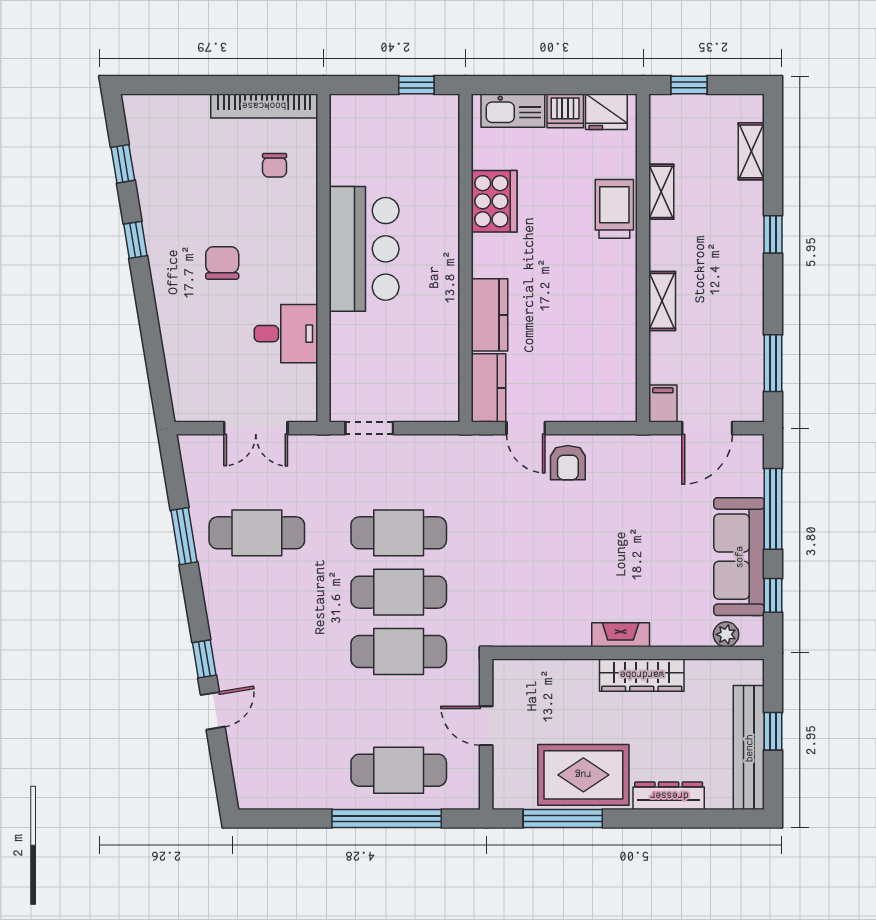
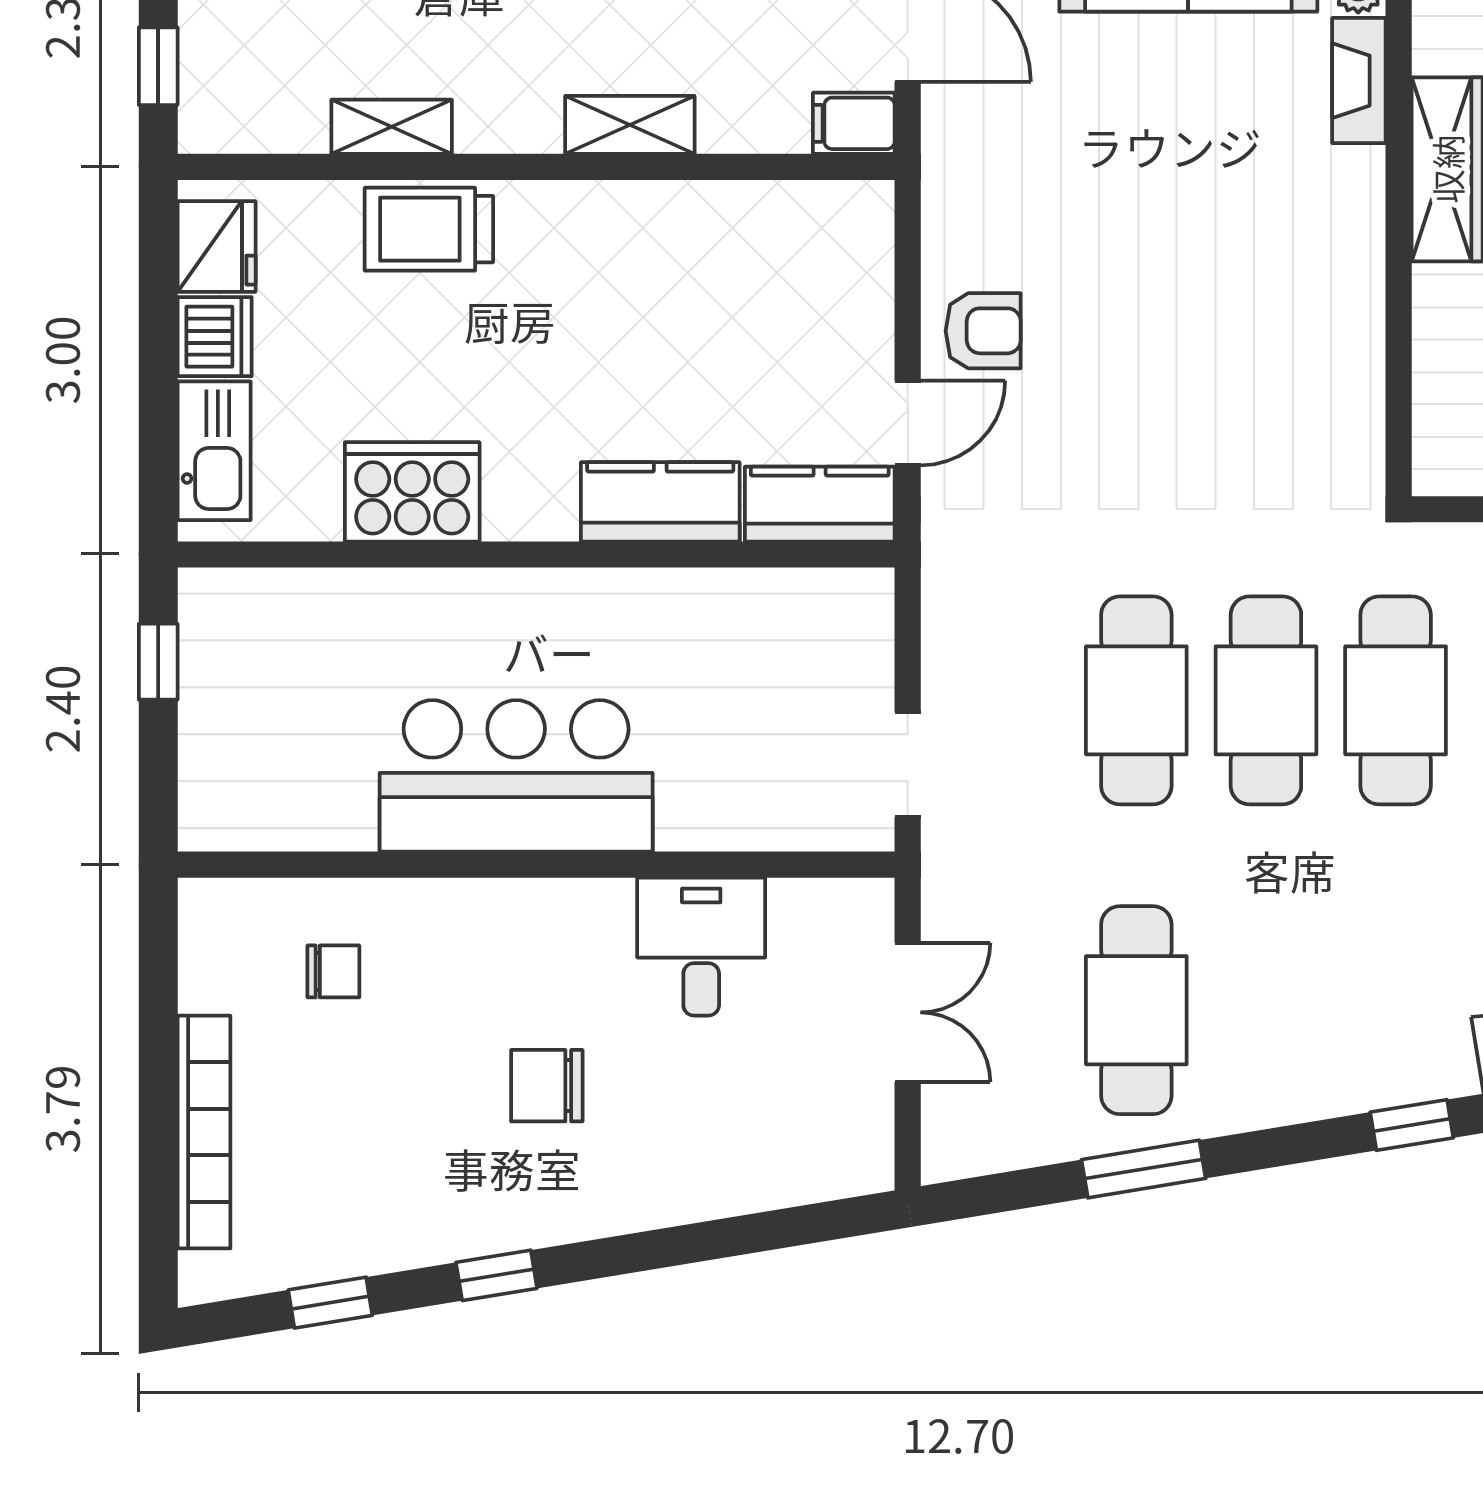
bookcase: (264, 106) -> (204, 1132), moved
fireplace: (621, 635) -> (1359, 81), moved

